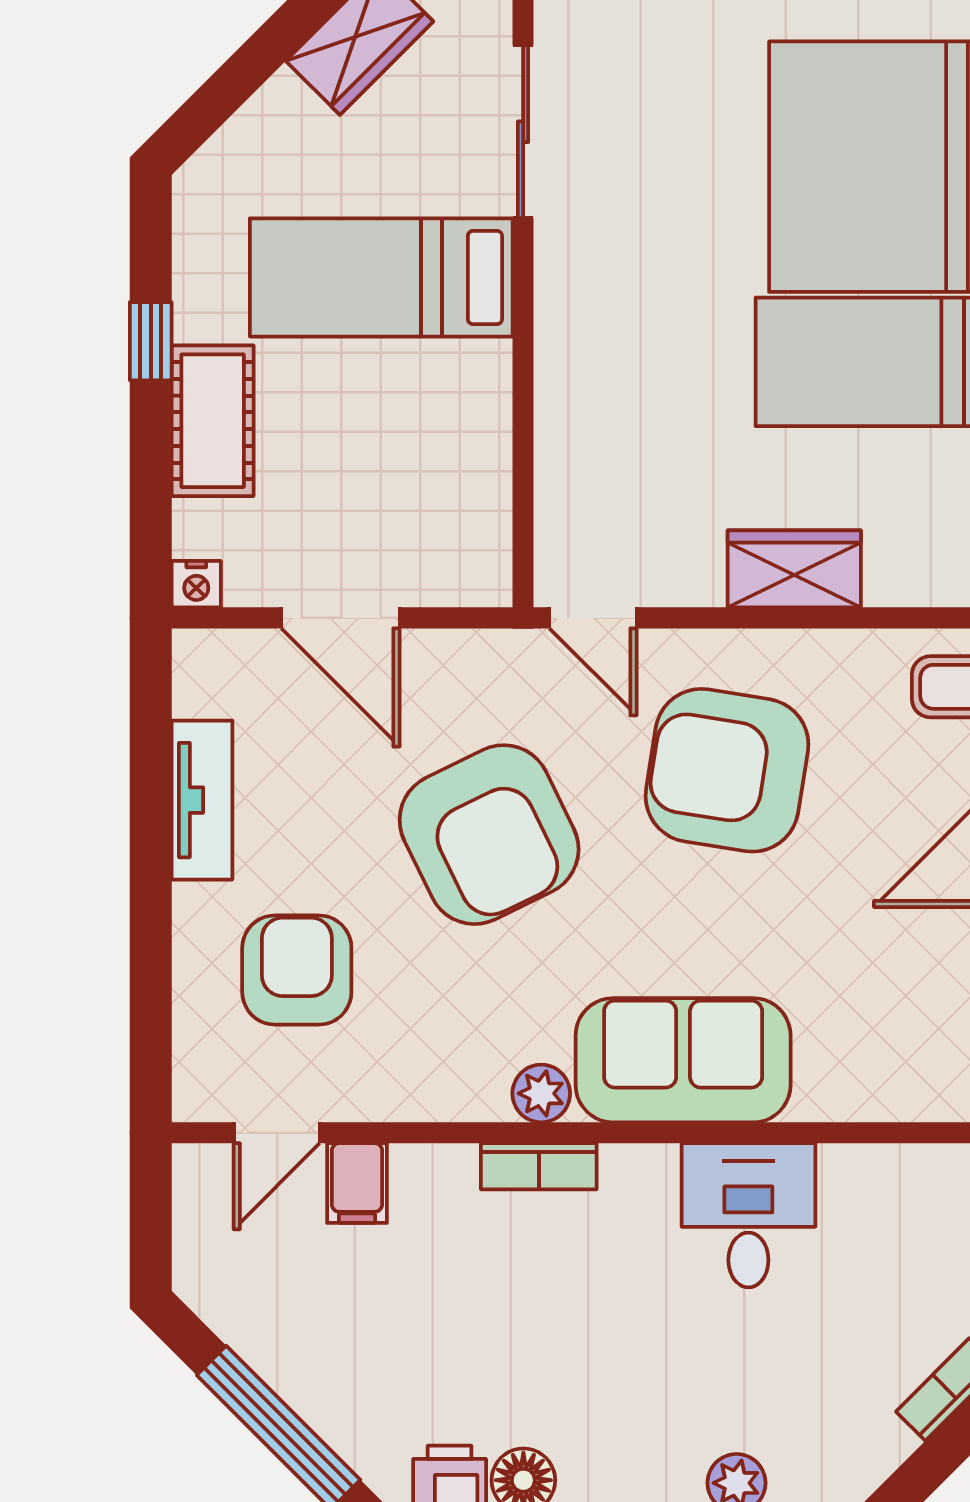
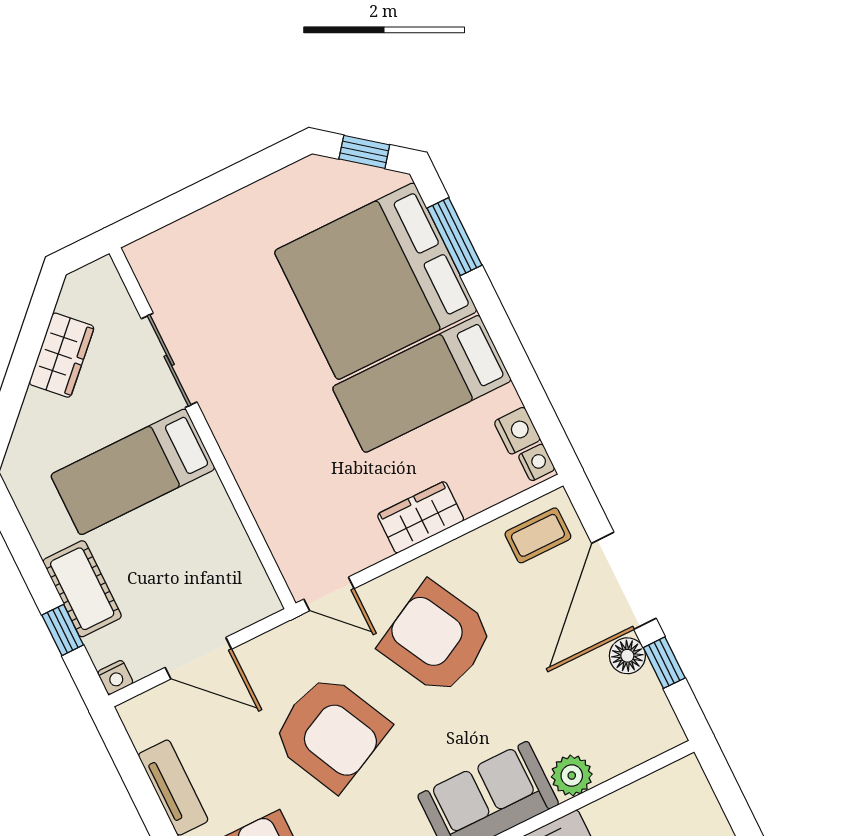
window: (151, 341) -> (63, 630), moved
armchair: (727, 770) -> (437, 639), turned 53
plant: (832, 1087) -> (572, 776), added

